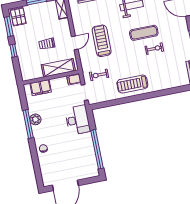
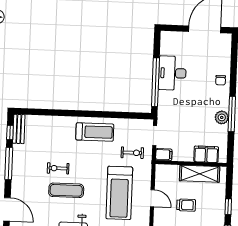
treadmill: (102, 41) -> (119, 193), width x1.37, depth x1.38
door: (75, 43) -> (152, 198), swing flipped
shelving: (58, 68) -> (200, 174), moved
desk: (78, 120) -> (172, 73), moved
window: (97, 149) -> (155, 82), moved

